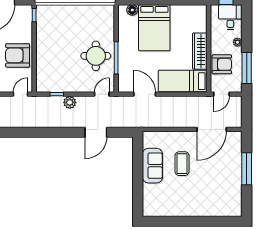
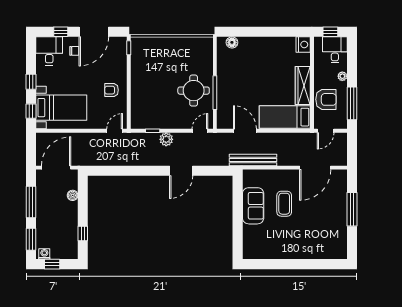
nightstand: (200, 12) -> (303, 45), added
bed: (154, 28) -> (255, 61), removed
armchair: (18, 55) -> (112, 90), width x0.53, depth x0.53
bench: (152, 122) -> (253, 160), added
door: (96, 132) -> (181, 171), moved

